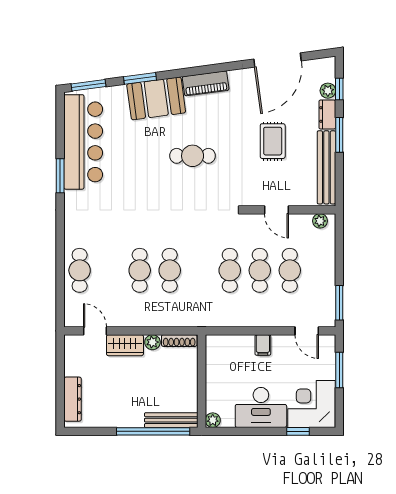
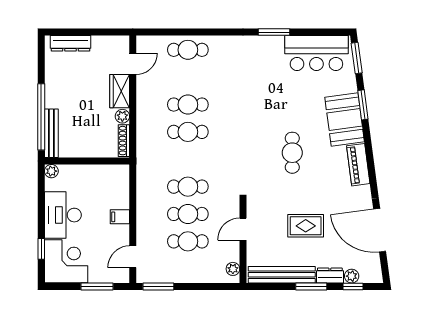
bar counter: (83, 142) -> (316, 53), width x0.73

